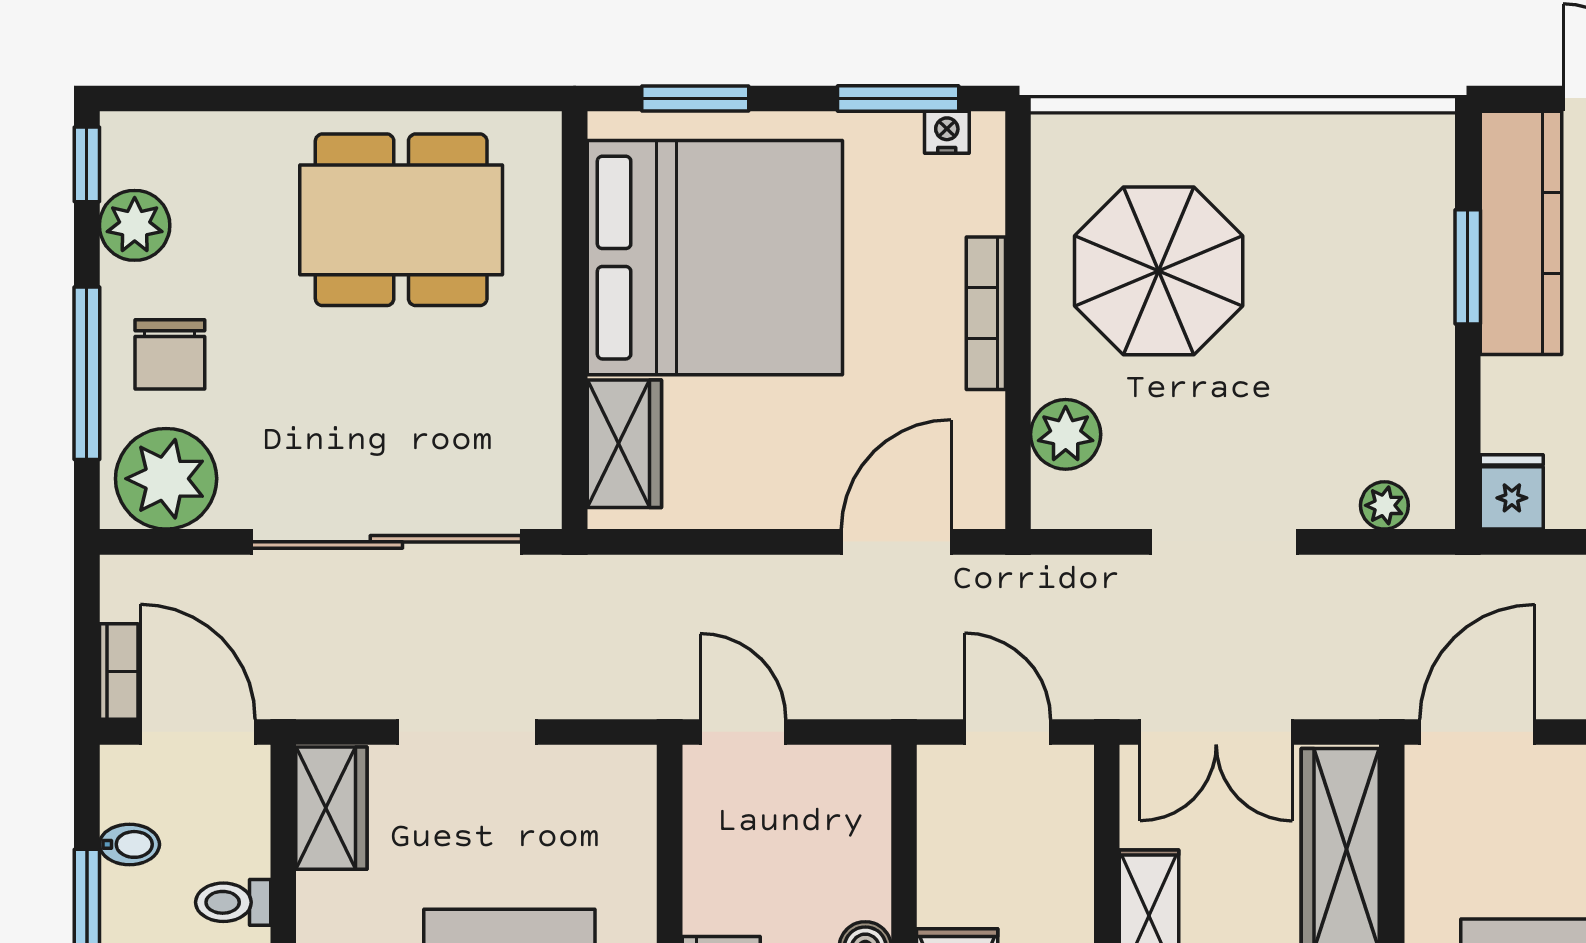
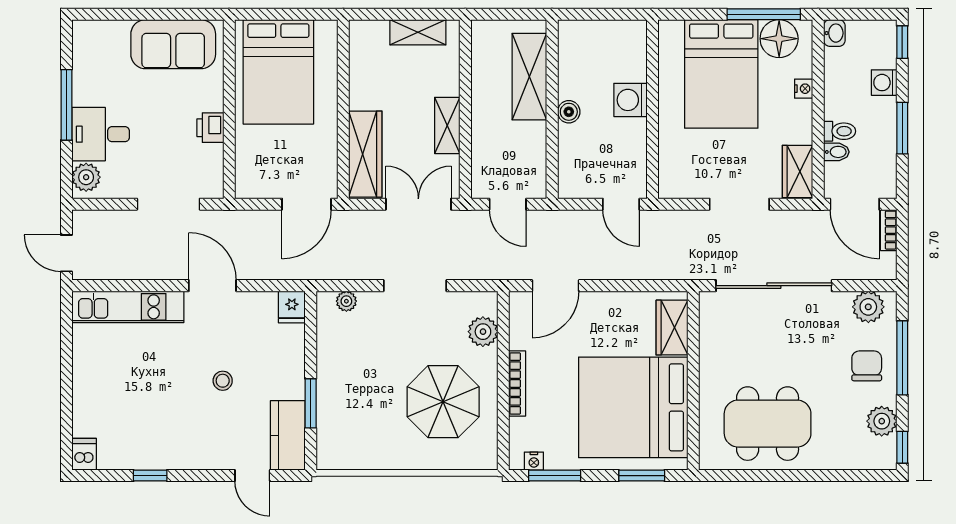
kitchen counter: (1521, 233) -> (288, 435), width x0.67
plant: (166, 479) -> (868, 307), width x0.73, depth x0.73
bidet: (129, 844) -> (836, 152), moved, turned 180

